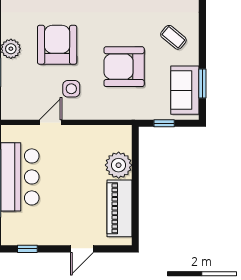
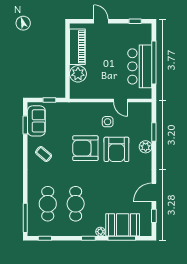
armchair: (124, 67) -> (85, 148), moved, turned 180
door: (51, 122) -> (121, 101), hinge flipped
door: (82, 249) -> (101, 21), hinge flipped

